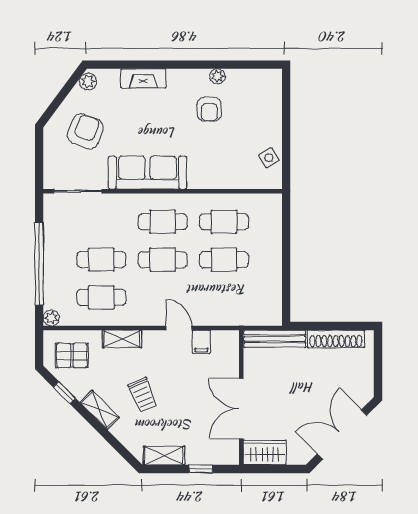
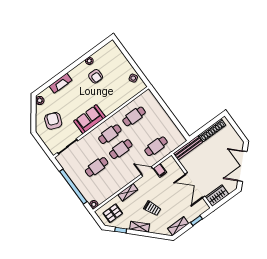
sofa: (148, 173) -> (90, 119), width x0.73
cafe table: (224, 260) -> (156, 146), moved
cafe table: (101, 297) -> (108, 182), removed

